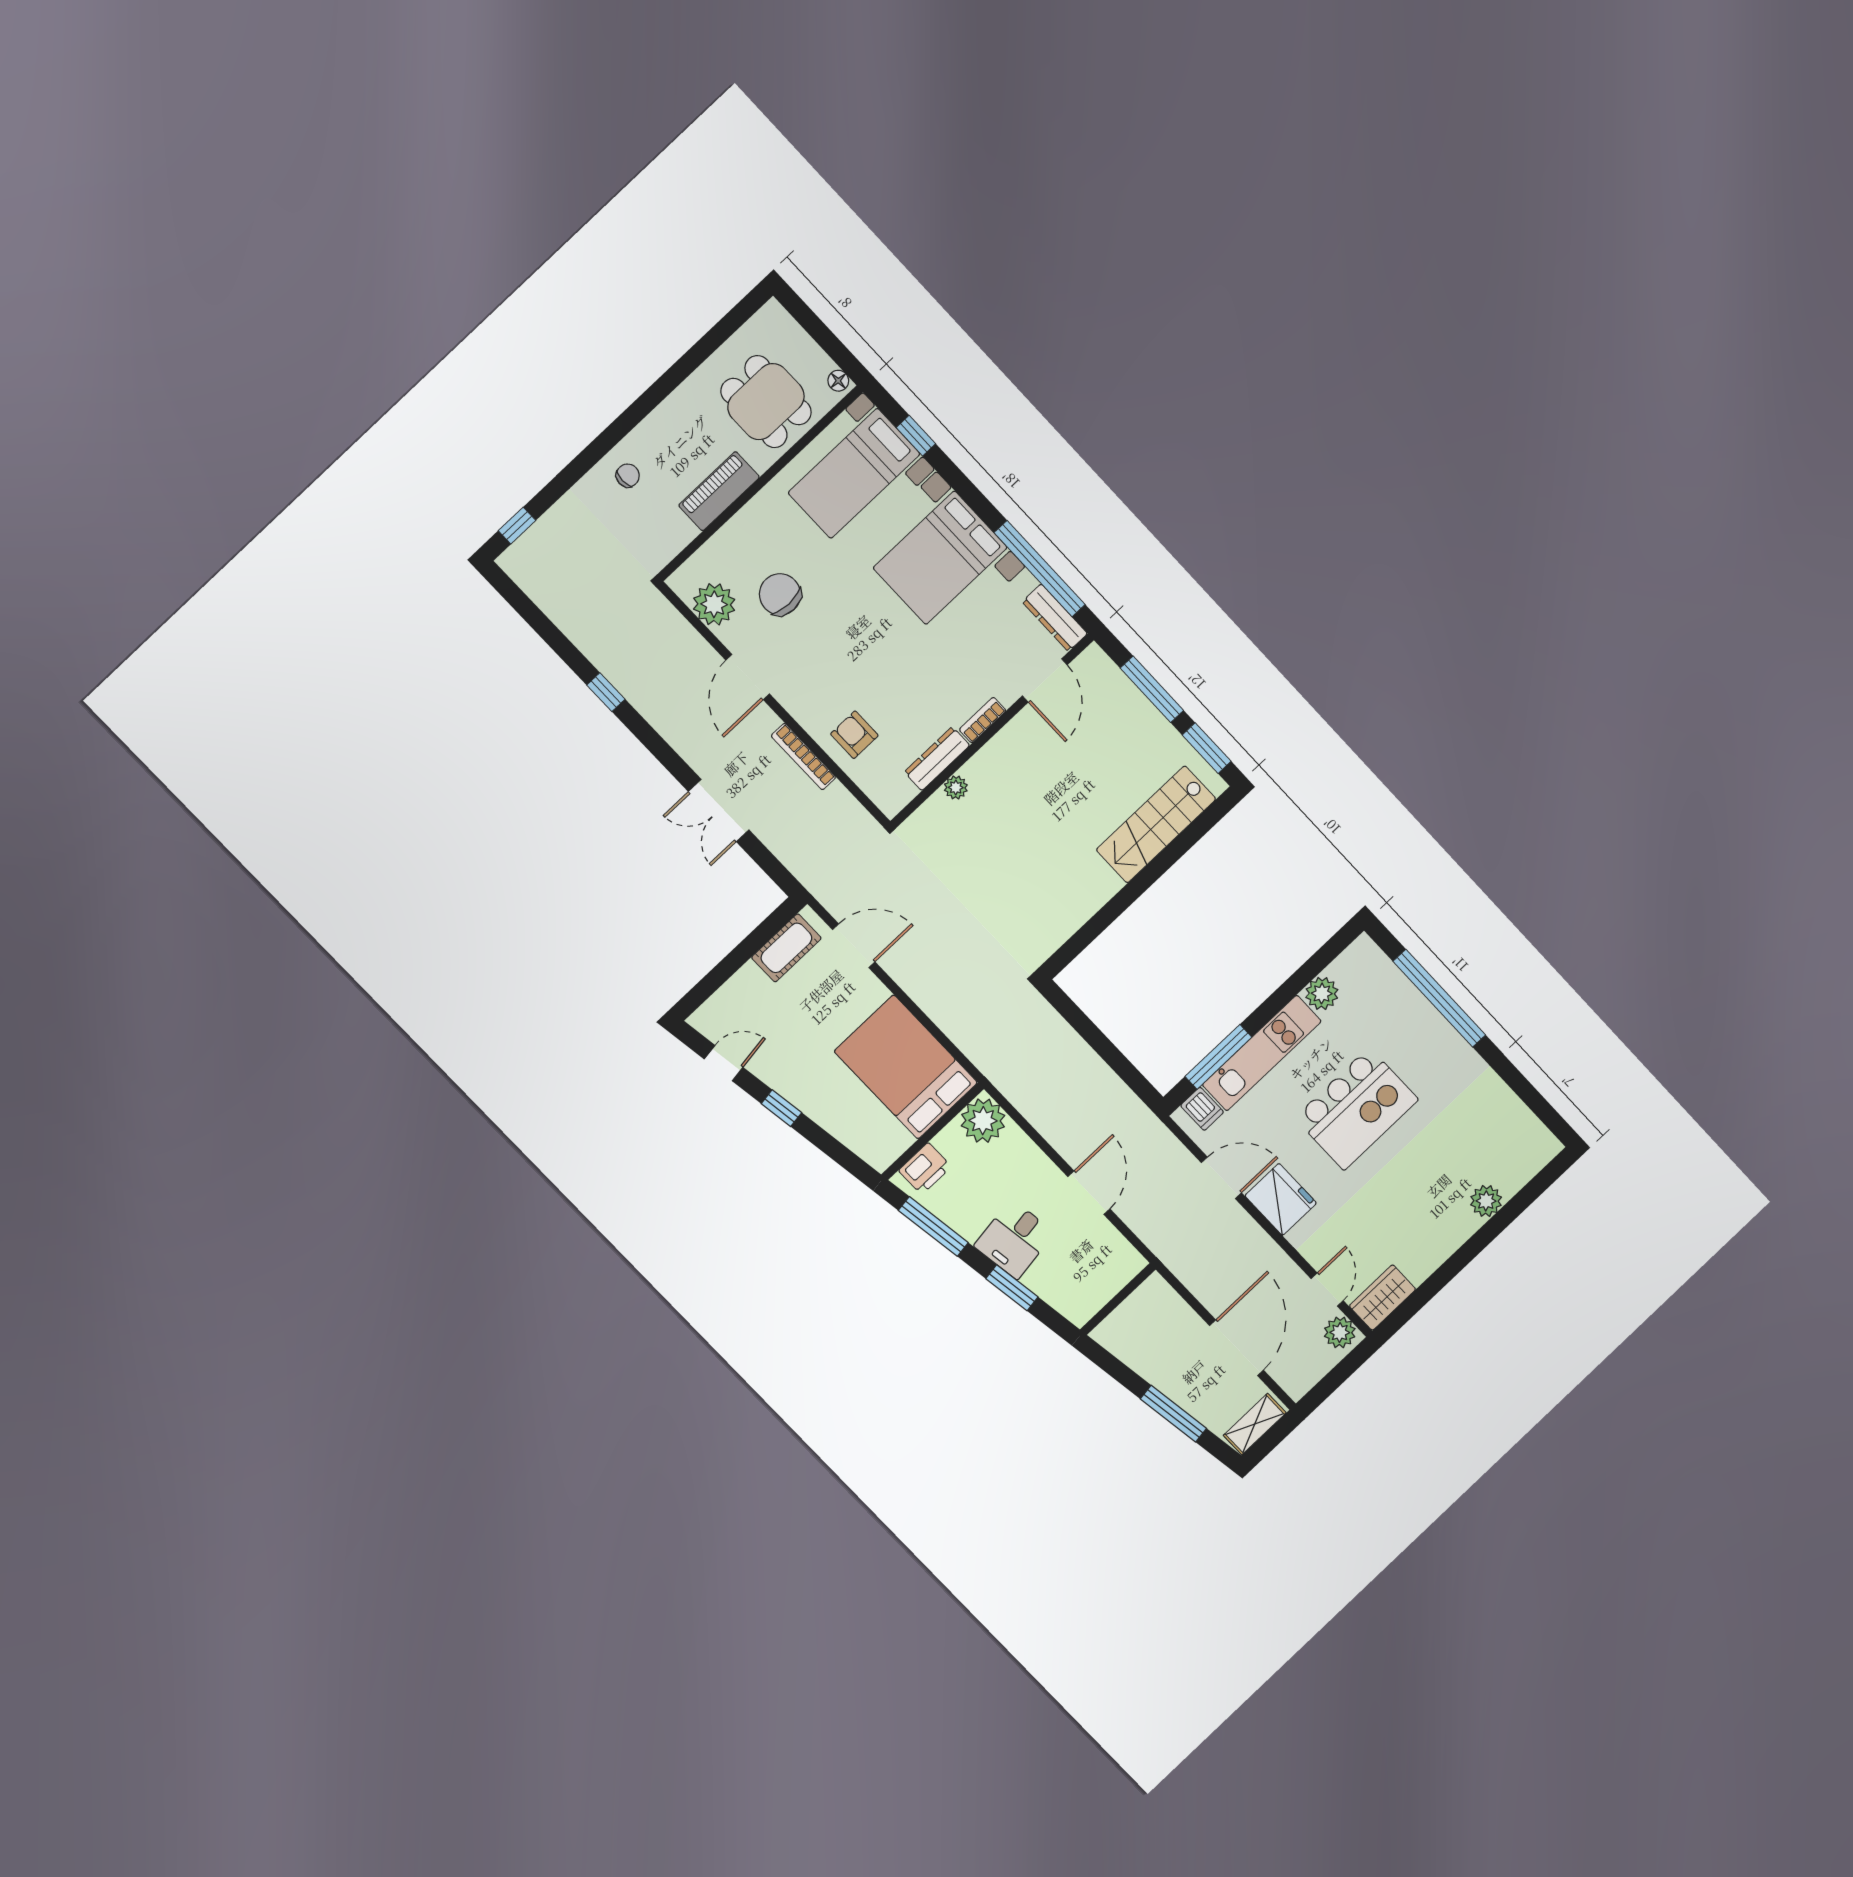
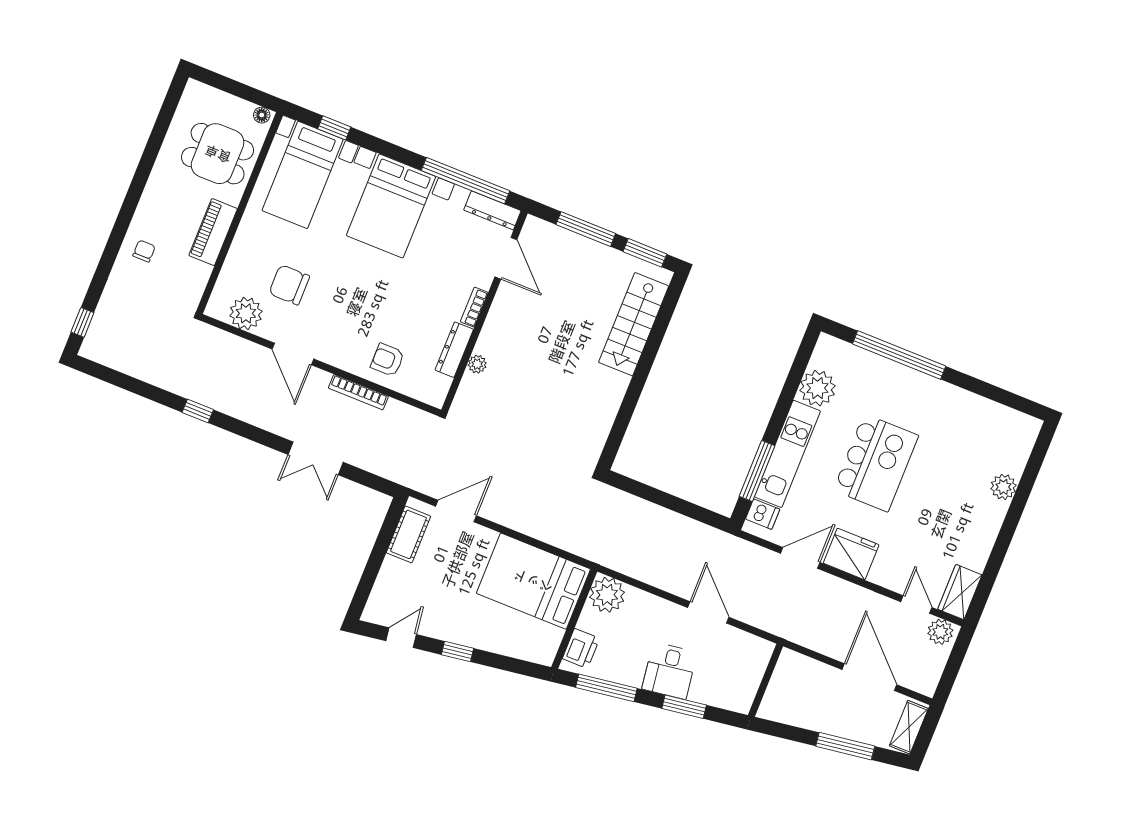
plant: (1322, 993) -> (817, 388), width x1.36, depth x1.36

